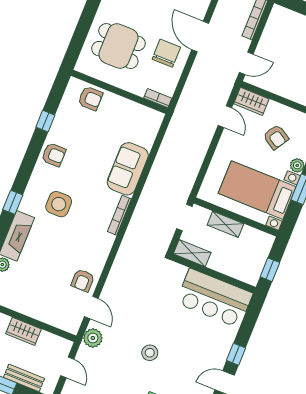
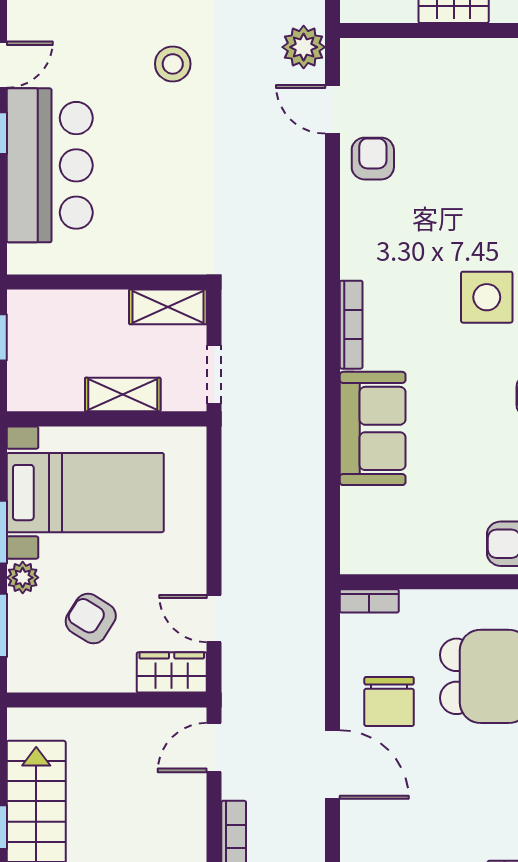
bar counter: (214, 298) -> (50, 165), moved, turned 90

